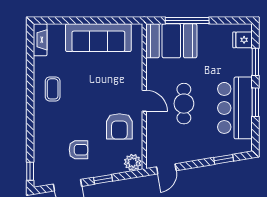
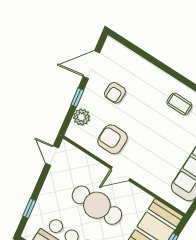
cafe table: (184, 104) -> (97, 205), width x1.37, depth x1.35
plant: (133, 162) -> (81, 117), moved
window: (30, 171) -> (123, 41), removed

